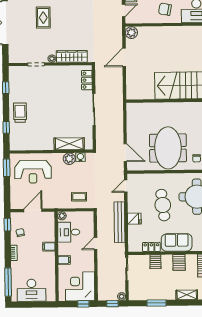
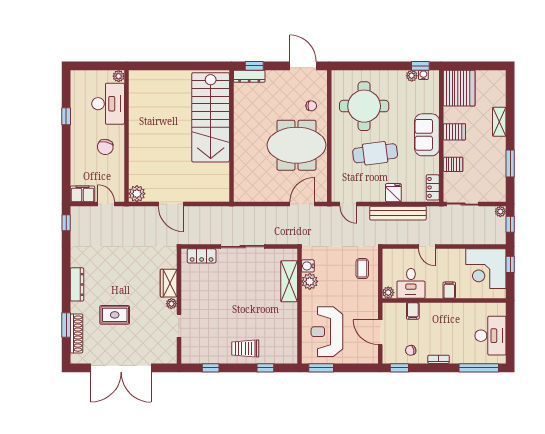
wardrobe: (72, 56) -> (169, 283), width x0.67
reception desk: (33, 172) -> (327, 332), turned 180
filing cabinet: (49, 247) -> (413, 311), moved
locker: (151, 247) -> (433, 187), moved

